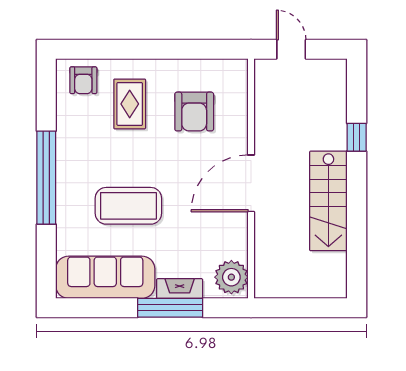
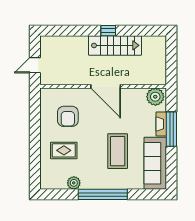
armchair: (83, 80) -> (51, 175), removed
armchair: (194, 112) -> (68, 116), turned 90
plant: (68, 123) -> (74, 183), added
window: (357, 137) -> (108, 31), moved

